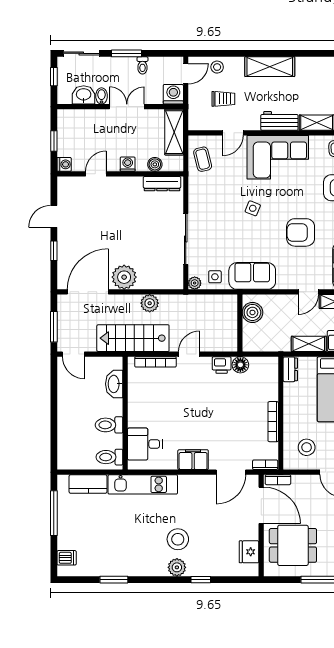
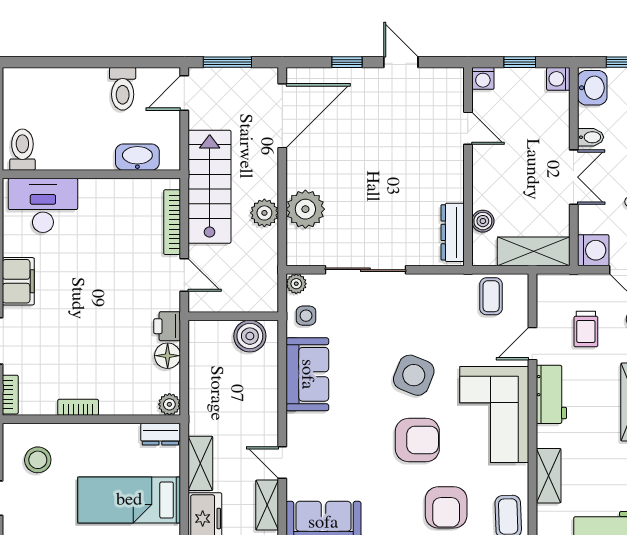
washbasin: (84, 95) -> (592, 88), moved
workbench: (279, 121) -> (551, 394), moved
door: (233, 133) -> (532, 344), hinge flipped
coffee table: (203, 159) -> (491, 296), turned -76
washing machine: (128, 164) -> (558, 79), moved, turned 180
side table: (253, 208) -> (414, 375), width x1.87, depth x1.87
armchair: (301, 232) -> (417, 440), moved, turned 90
plant: (124, 277) -> (305, 209), moved
door: (88, 292) -> (282, 116), hinge flipped
boiler: (252, 312) -> (250, 336), moved
wall: (240, 323) -> (233, 316), moved
plant: (271, 364) -> (169, 404), added
bookcase: (273, 422) -> (78, 407), width x0.64
toilet: (109, 425) -> (123, 89), moved, turned 180
desk: (145, 444) -> (43, 205), width x1.37

